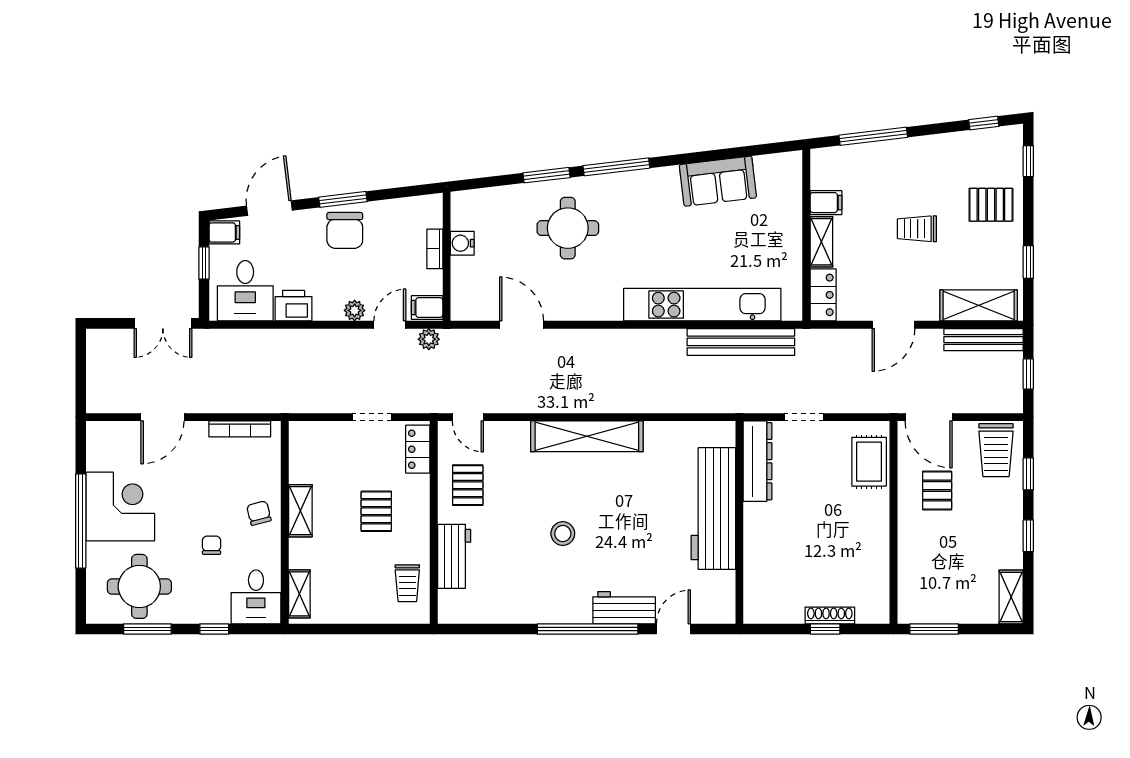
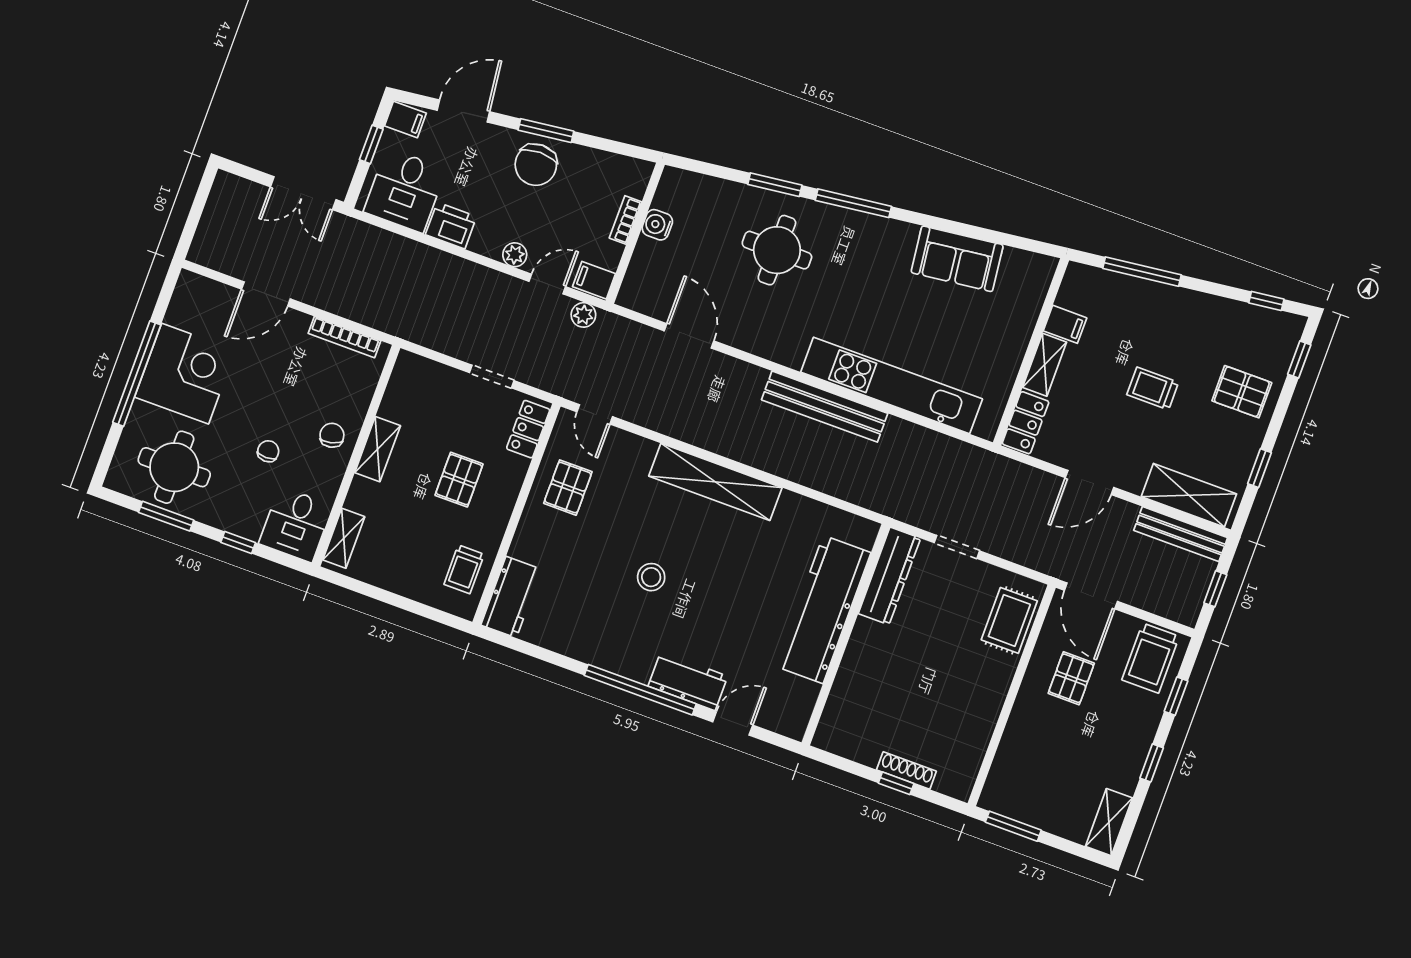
bench: (741, 342) -> (825, 407), moved
workbench: (454, 556) -> (511, 597), moved

